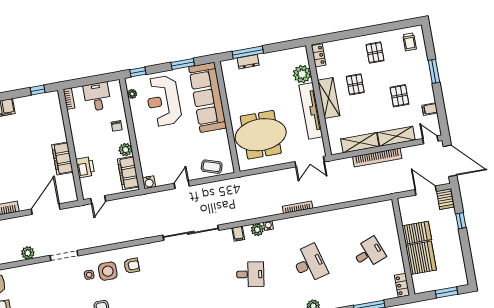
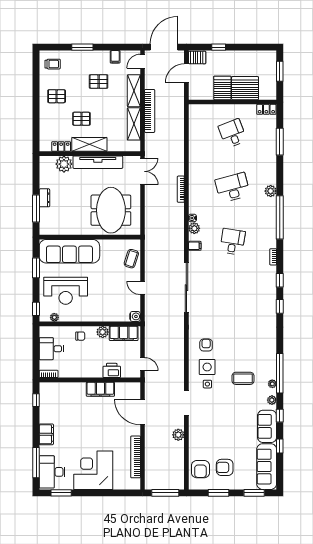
locker: (319, 55) -> (61, 147), moved
dresser: (248, 62) -> (44, 198), moved

